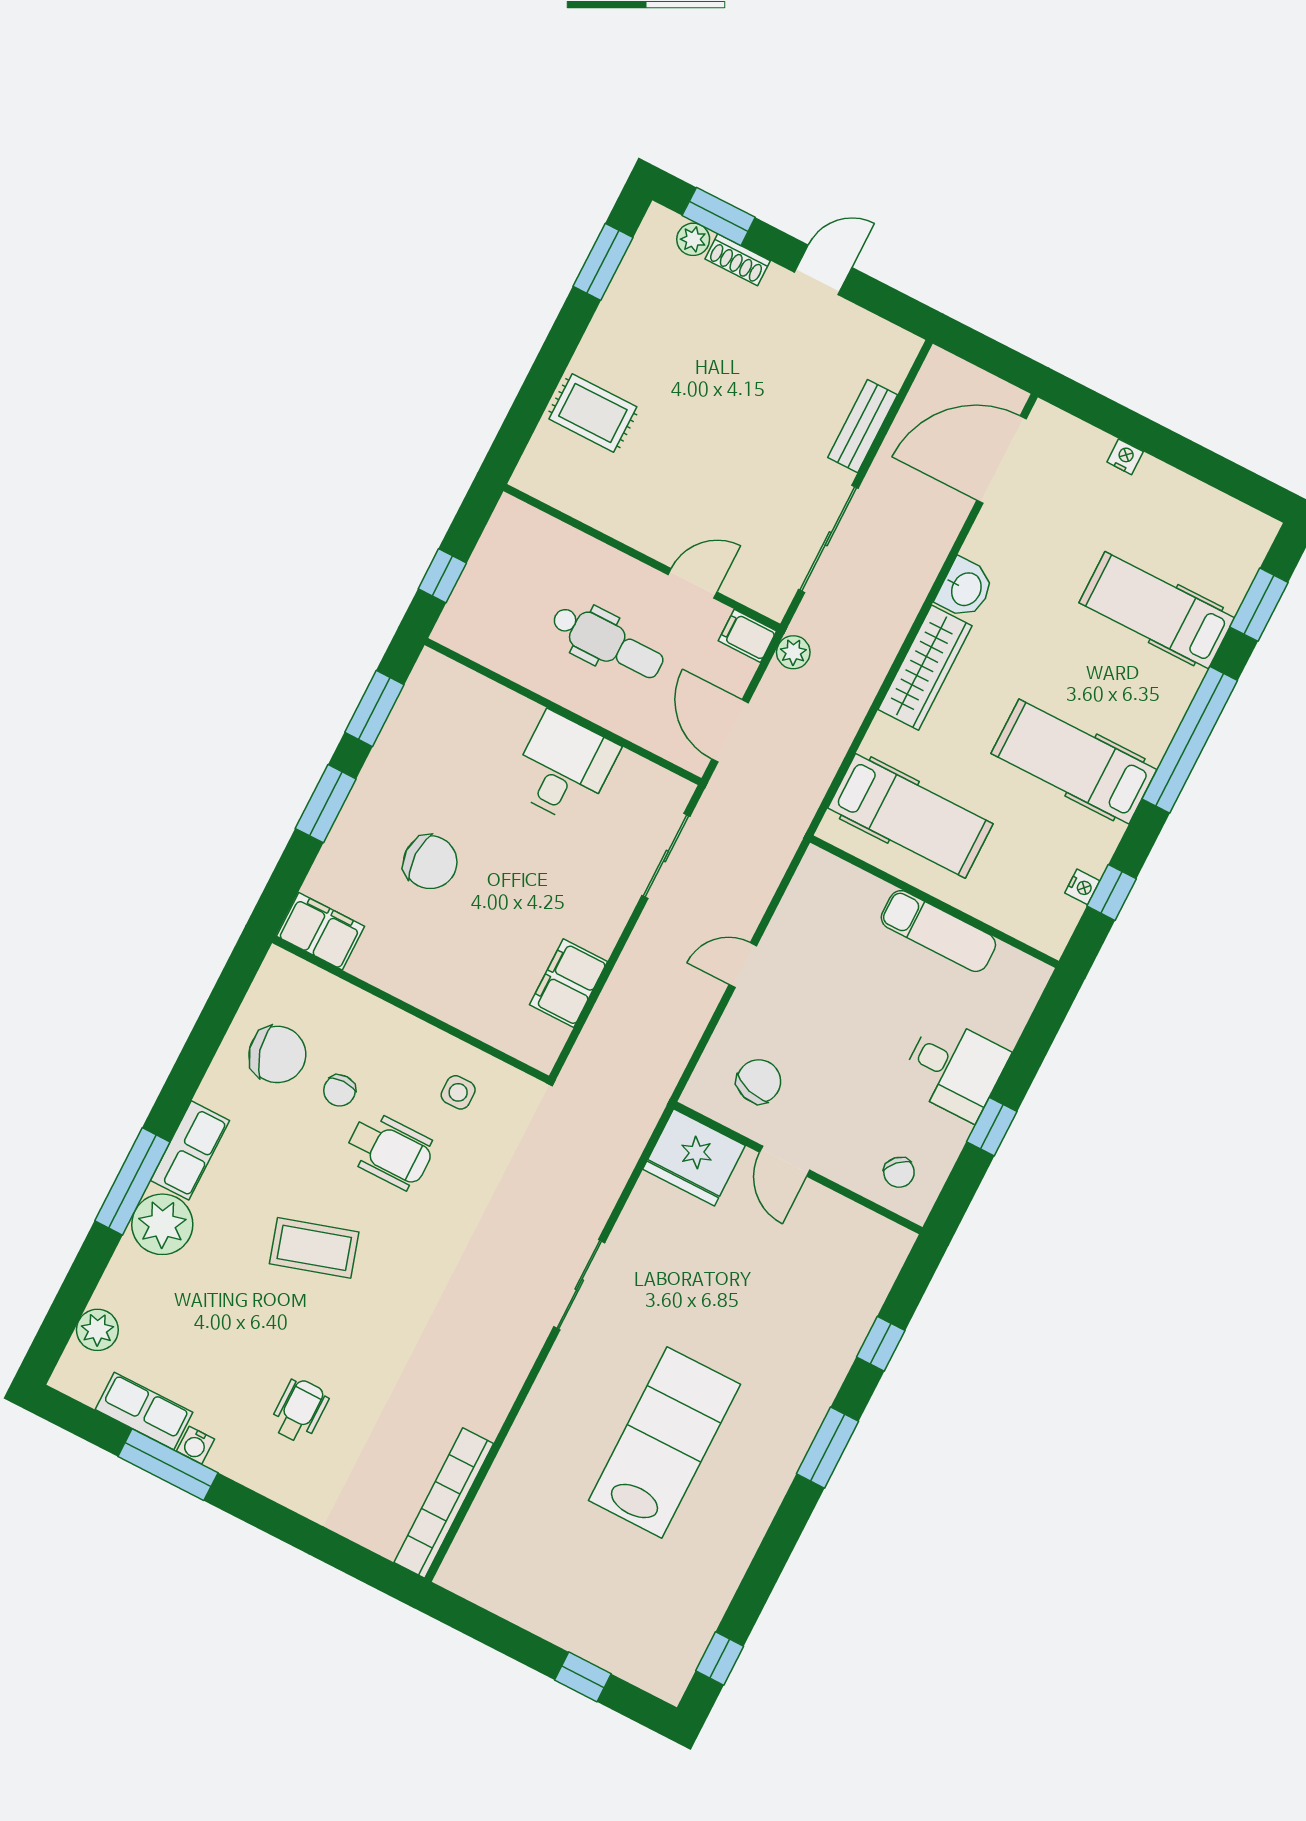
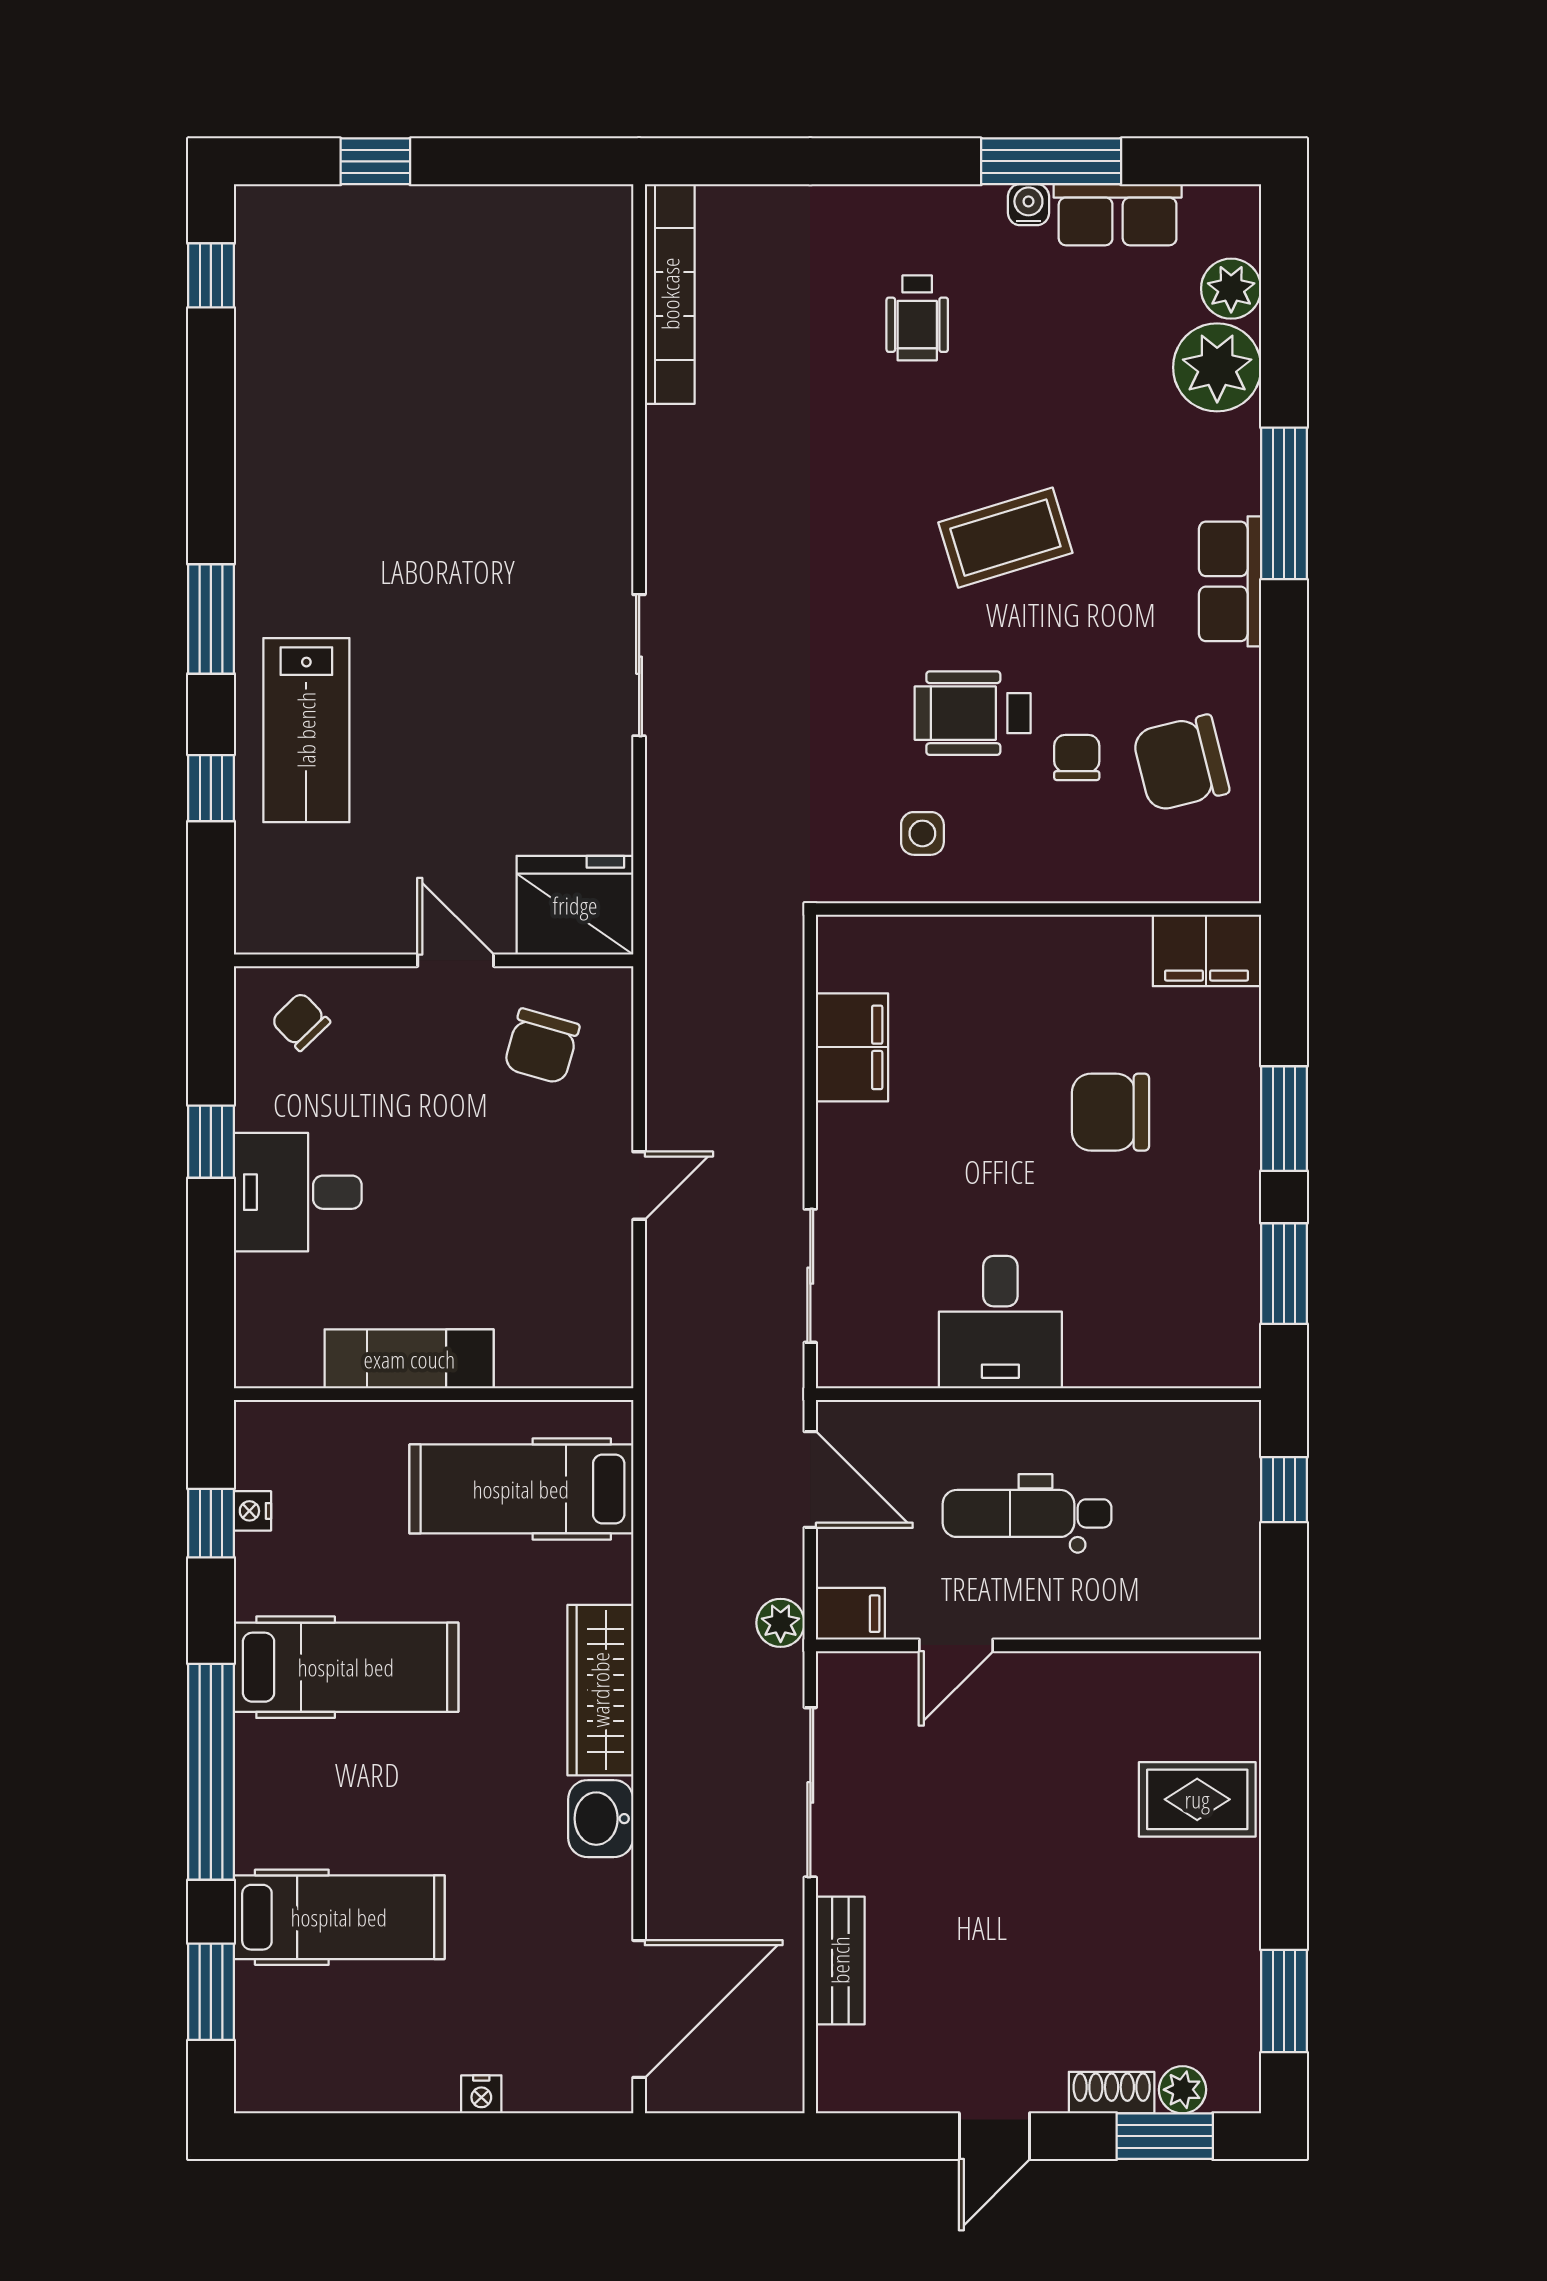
plant: (162, 1224) -> (1217, 367), moved
lab bench: (664, 1442) -> (306, 730), moved, width x0.73, depth x0.72

